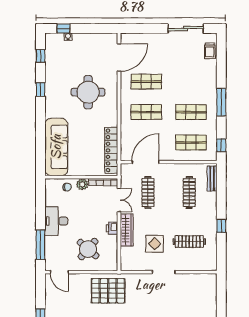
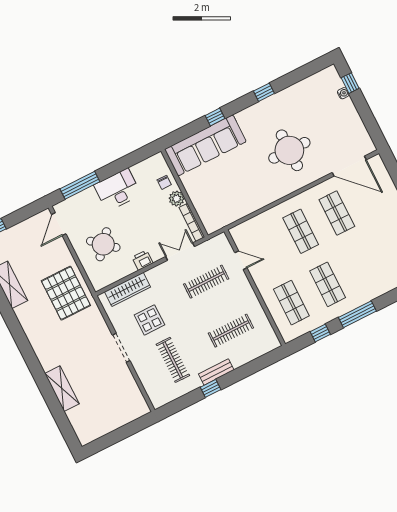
window: (40, 56) -> (215, 117), moved
window: (221, 145) -> (320, 333), moved
locker: (111, 150) -> (234, 213), removed
door: (145, 162) -> (241, 260), width x0.53
bench: (212, 178) -> (216, 372), moved
double door: (119, 200) -> (180, 252), swing flipped
wardrobe: (127, 230) -> (128, 289), moved

